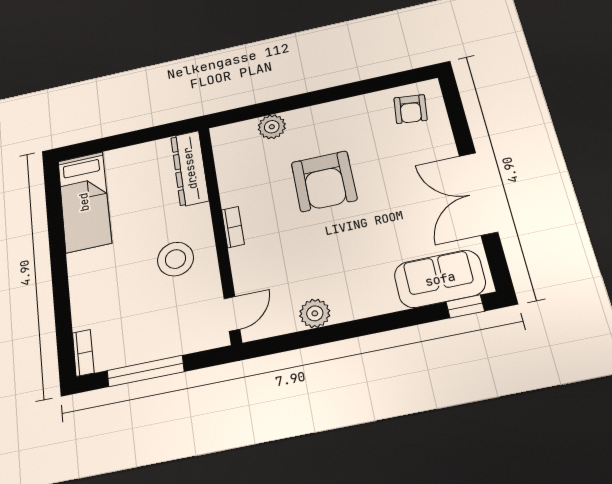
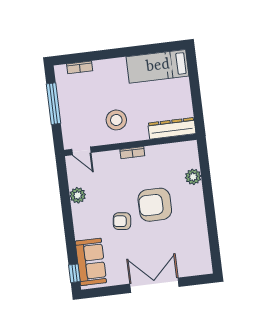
armchair: (410, 109) -> (122, 221), moved
double door: (478, 194) -> (154, 285), moved
bookcase: (83, 353) -> (80, 67), moved

